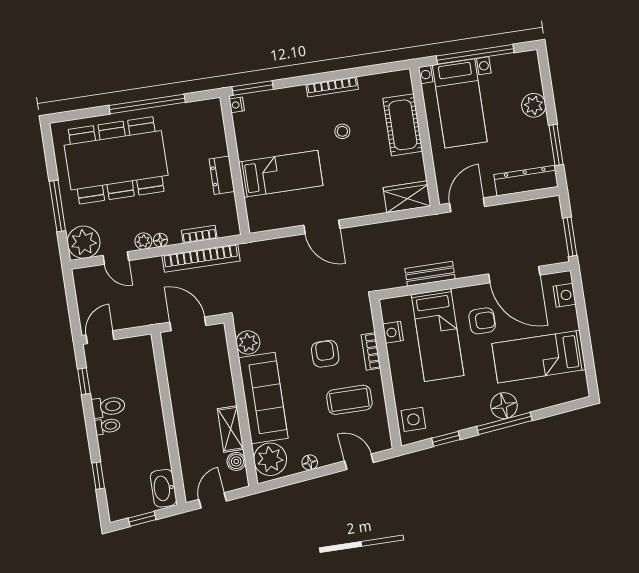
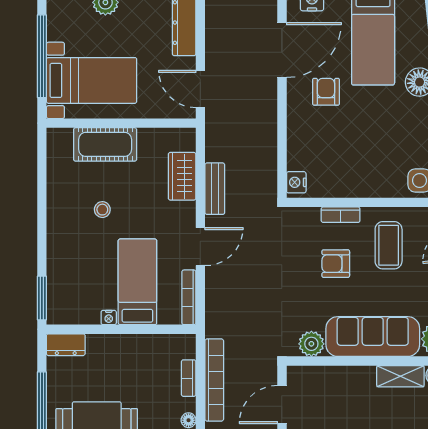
bookcase: (332, 87) -> (189, 297), moved, turned 180
nightstand: (237, 105) -> (109, 318), moved
dresser: (222, 175) -> (66, 345), moved
wardrobe: (407, 197) -> (182, 176), moved
bench: (430, 274) -> (215, 189), moved
nightstand: (393, 332) -> (296, 182), moved, turned 90
bed: (438, 335) -> (334, 141), removed

